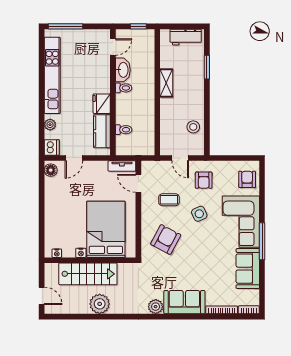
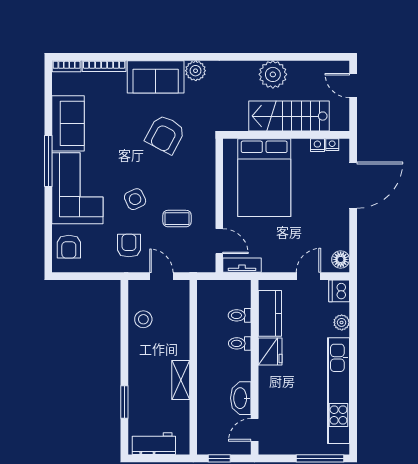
toilet: (124, 88) -> (240, 343), moved
door: (42, 224) -> (353, 185), added
armchair: (166, 240) -> (165, 134), moved
nightstand: (81, 253) -> (317, 145), moved

